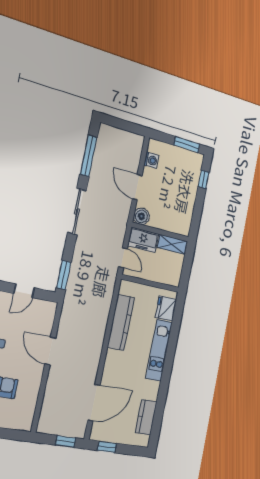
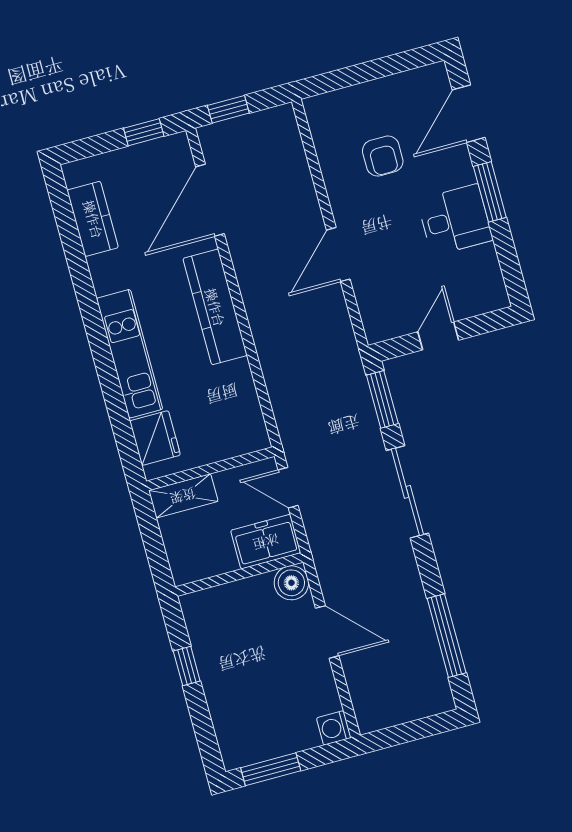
washing machine: (151, 160) -> (334, 728), moved
window: (204, 179) -> (187, 666), moved
sliding door: (77, 212) -> (407, 492), moved
shelving: (172, 244) -> (183, 496), moved
kitchen counter: (121, 323) -> (215, 307), moved
door: (50, 351) -> (338, 255), swing flipped

